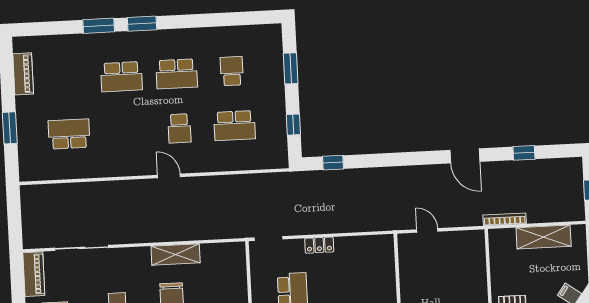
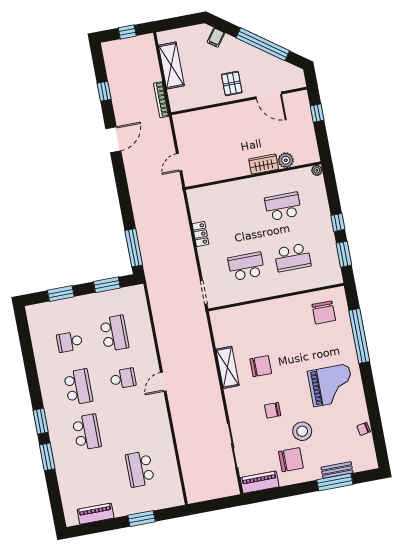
window: (293, 125) -> (107, 285), width x1.50
window: (333, 163) -> (134, 248), width x2.17
locker: (319, 245) -> (200, 234), moved

